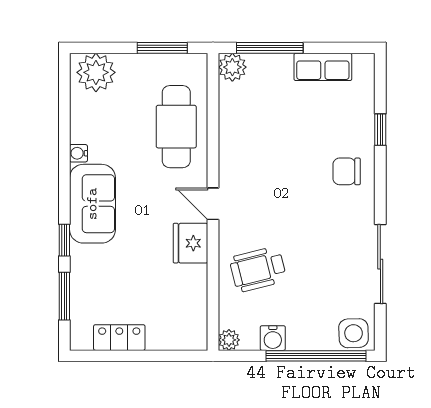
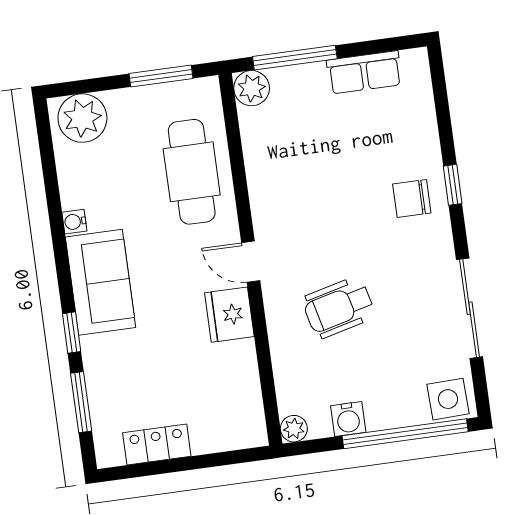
window: (380, 130) -> (453, 185), moved
wheelchair: (258, 269) -> (339, 307), moved

